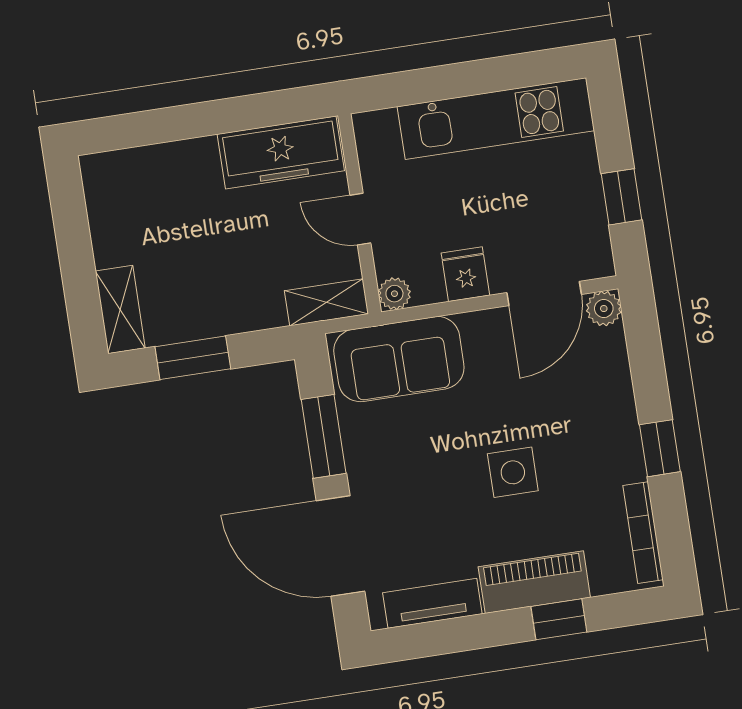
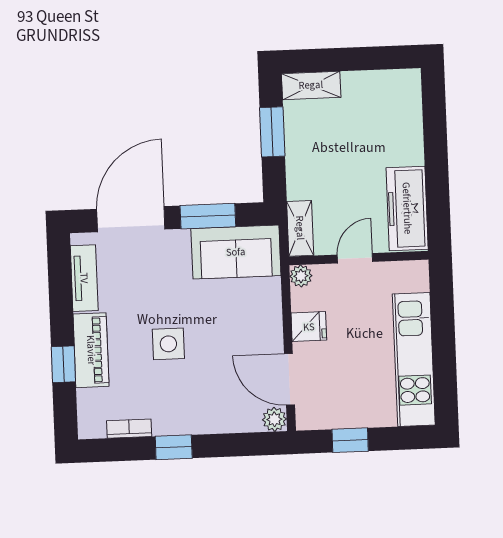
sofa: (399, 359) -> (236, 252), moved, turned -90
bookcase: (643, 533) -> (129, 429), width x0.64

